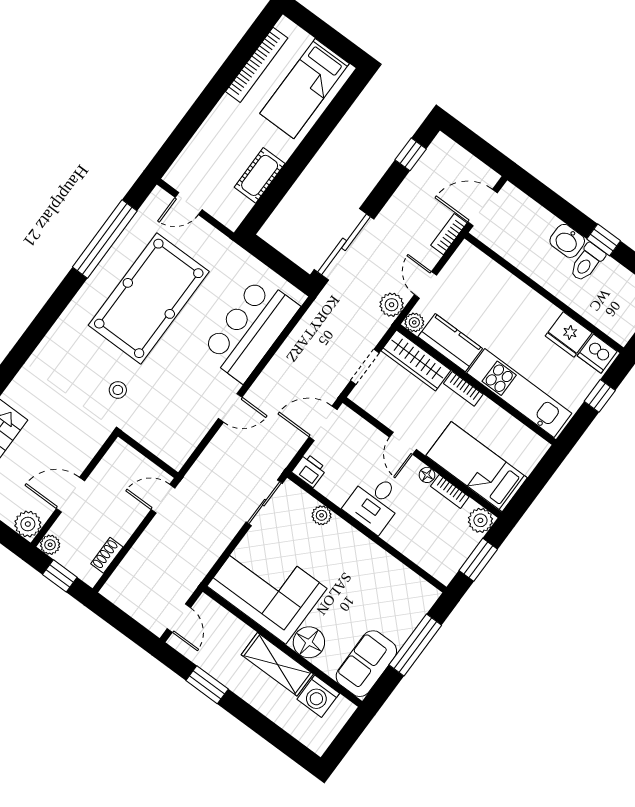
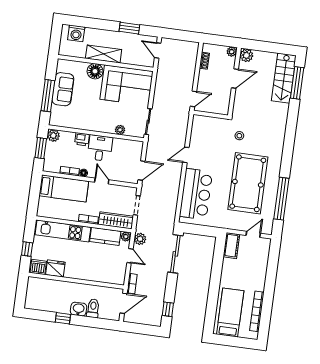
cot: (260, 175) -> (231, 246), moved
toilet: (587, 262) -> (93, 308), moved
printer: (309, 470) -> (82, 139), moved
plant: (480, 520) -> (53, 136), moved
window: (60, 576) -> (220, 40), removed
sofa: (366, 664) -> (63, 89), moved
washing machine: (318, 696) -> (76, 33), moved, turned 180

